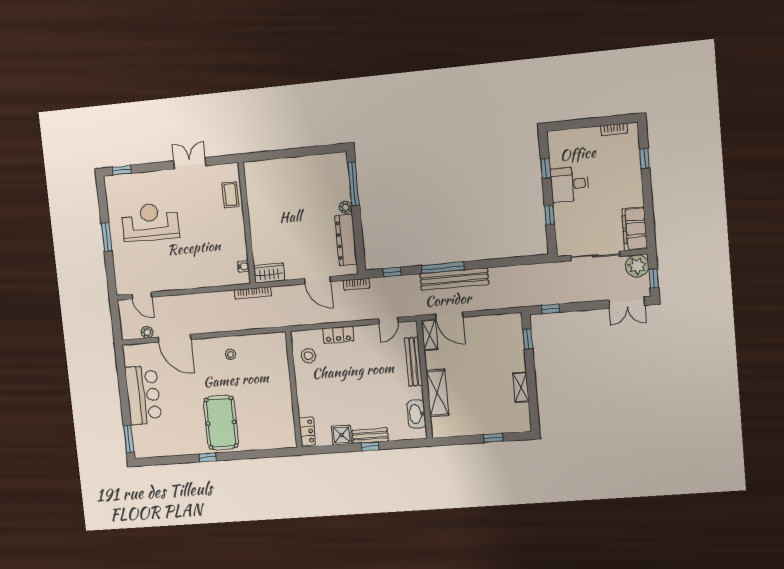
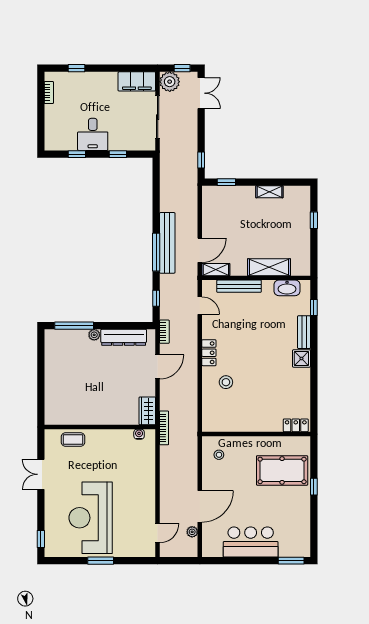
reception desk: (150, 222) -> (91, 518), width x1.36, depth x1.30
wall: (294, 389) -> (256, 434), moved
locker: (307, 431) -> (296, 425), moved
window: (370, 446) -> (314, 307), moved

